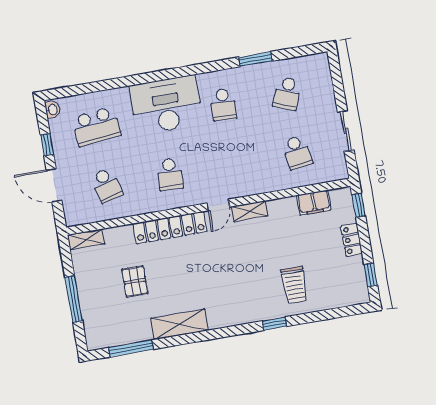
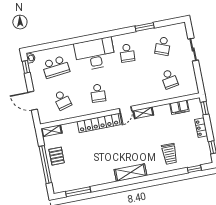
sliding door: (346, 131) -> (193, 49), moved
window: (47, 145) -> (26, 67), moved
pallet: (135, 281) -> (57, 156), moved
window: (74, 299) -> (45, 165), width x1.46
shelving: (179, 324) -> (130, 173), moved
window: (275, 324) -> (194, 169), moved

